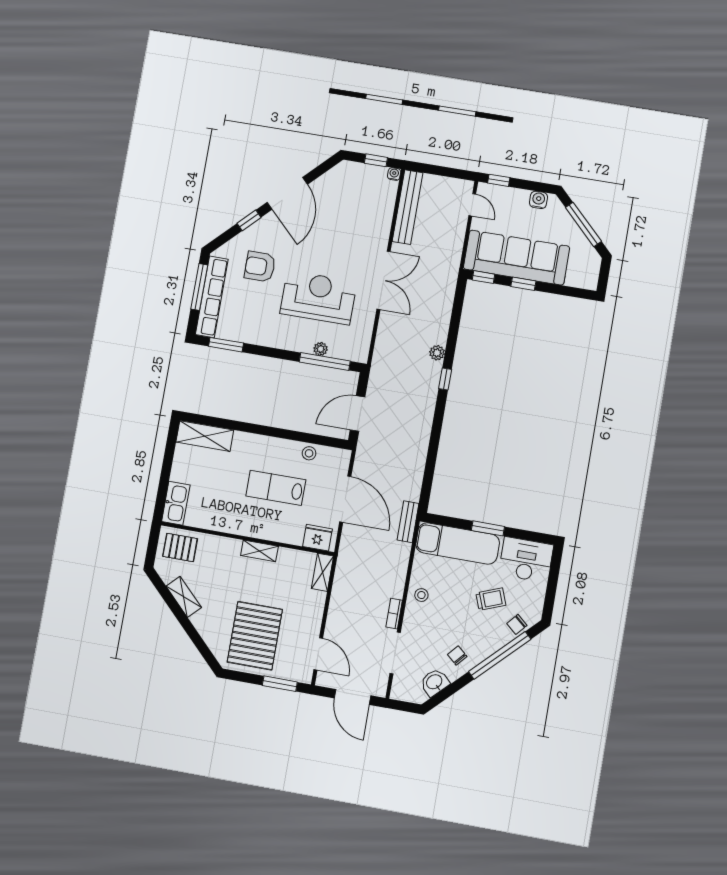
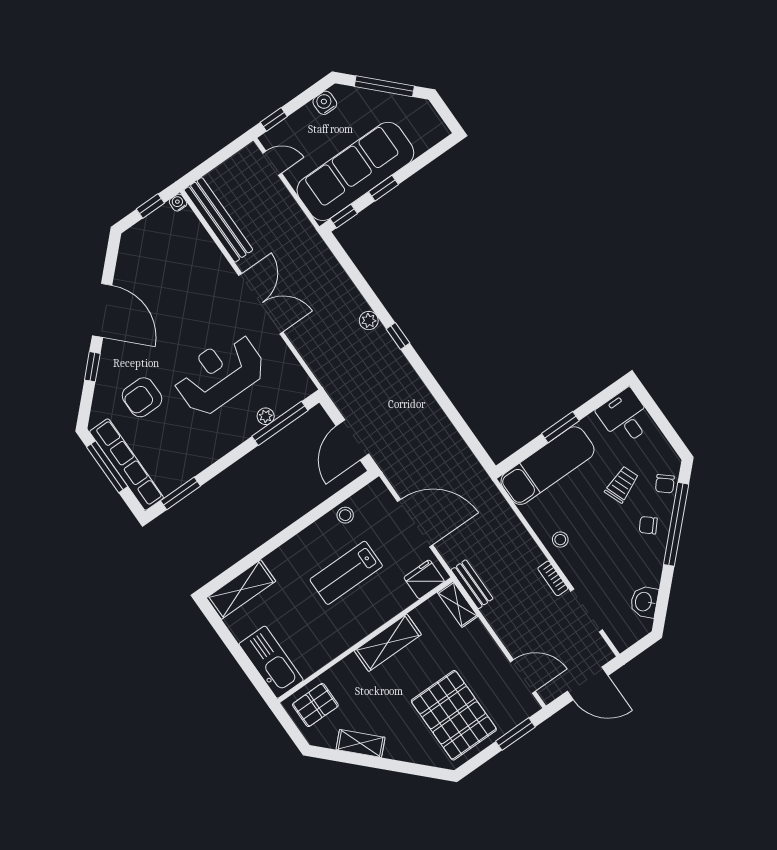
kitchen sink: (176, 503) -> (271, 662), width x1.36, depth x1.24
bench: (408, 522) -> (472, 584), moved
shelving: (259, 551) -> (388, 643), width x1.50, depth x1.33
desk: (526, 560) -> (625, 417), width x0.73
chair: (457, 656) -> (648, 525), moved

